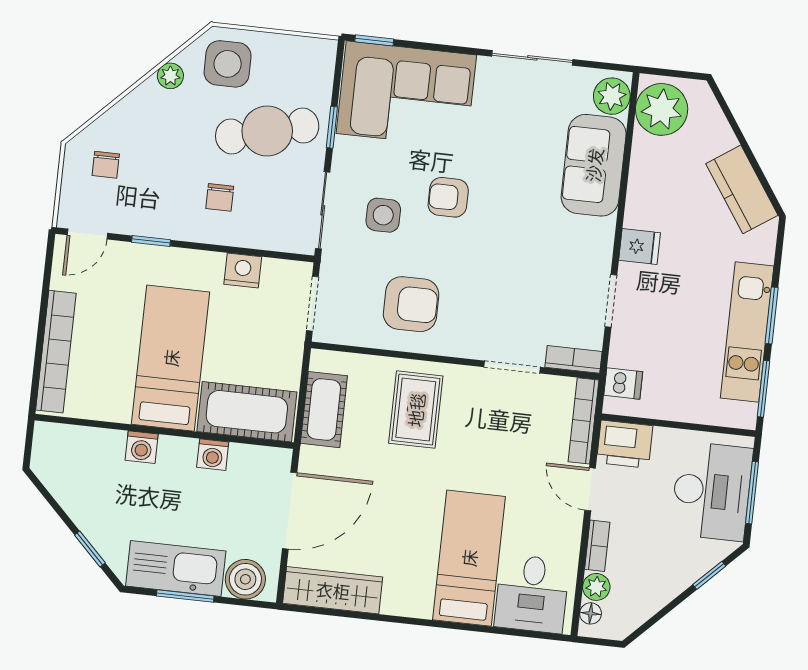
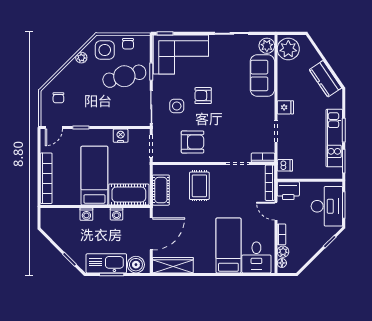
chair: (220, 197) -> (128, 44), moved

